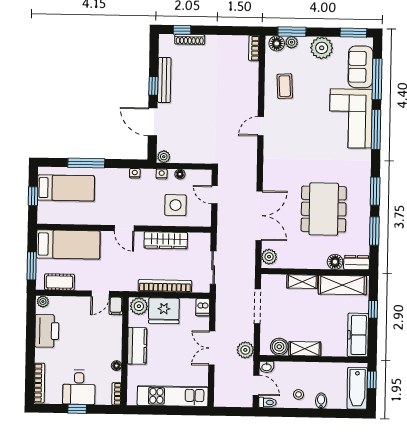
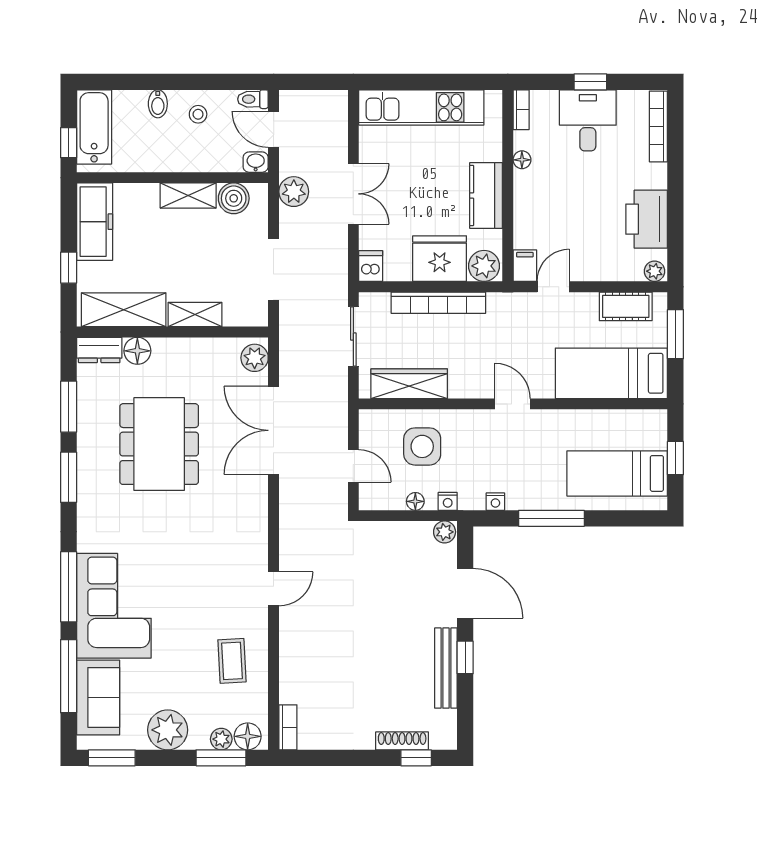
window: (86, 163) -> (551, 518), moved
wardrobe: (166, 240) -> (409, 384), moved

